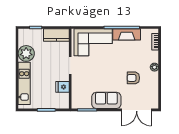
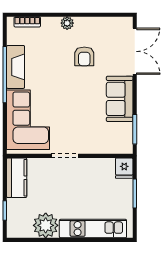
fridge: (62, 87) -> (124, 168), moved

